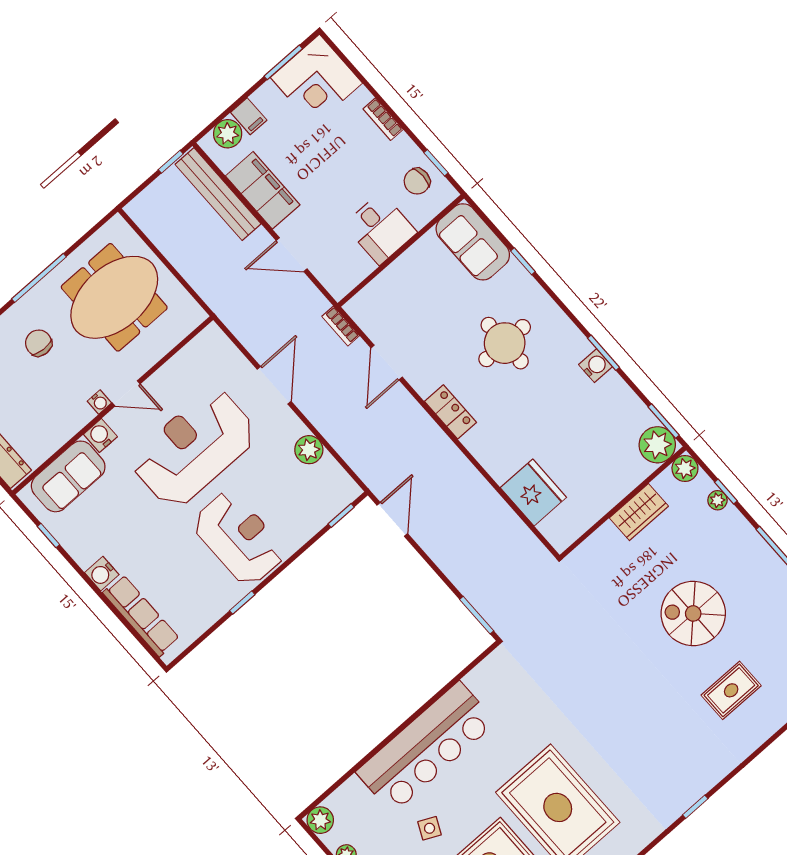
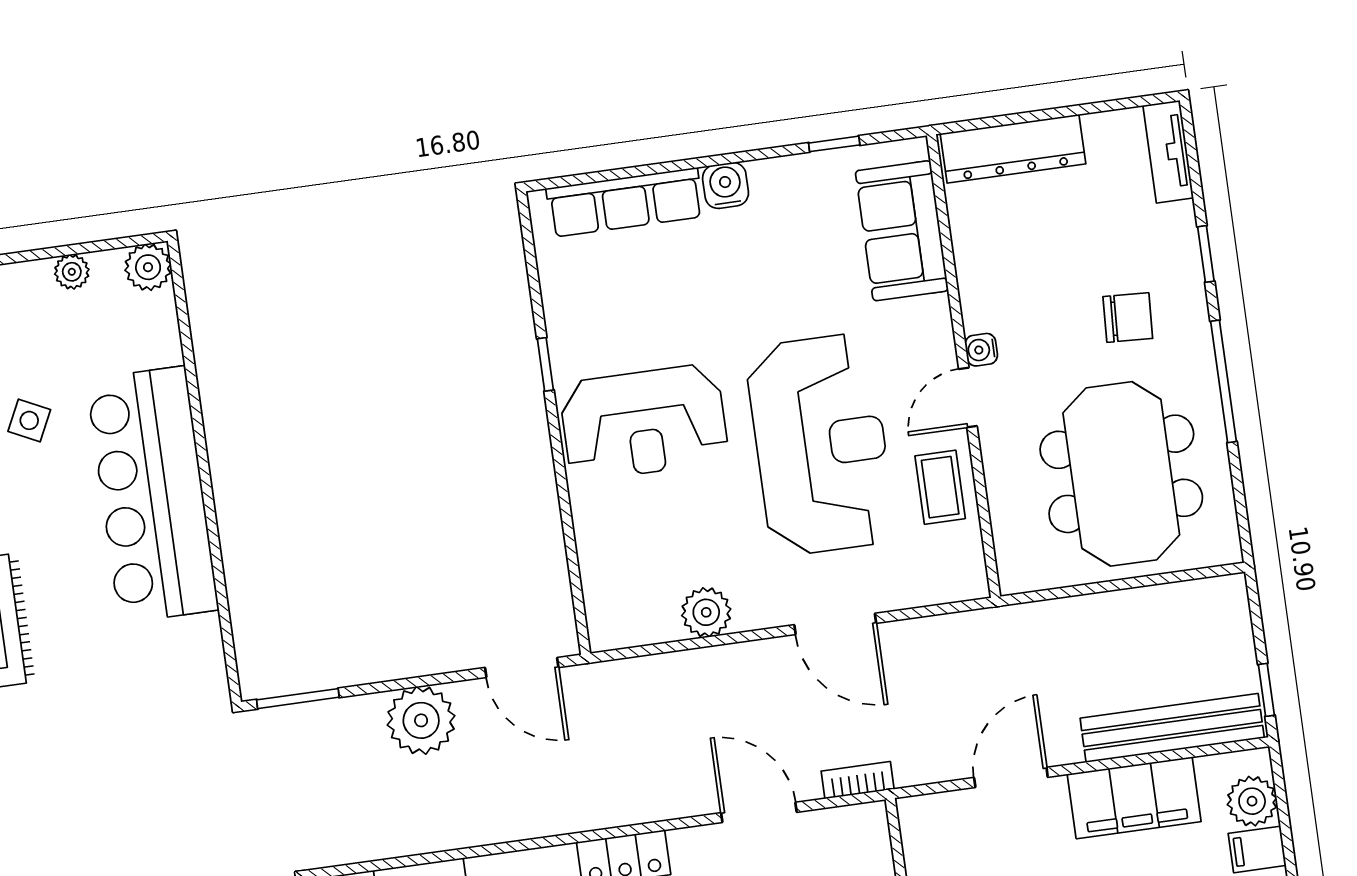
coffee table: (177, 378) -> (940, 487), added
water cooler: (100, 435) -> (931, 318), removed
window: (341, 515) -> (577, 596), removed
plant: (449, 550) -> (421, 720), added

